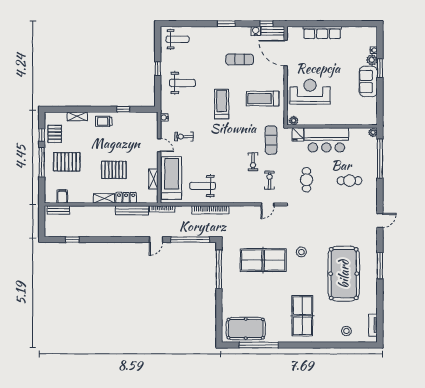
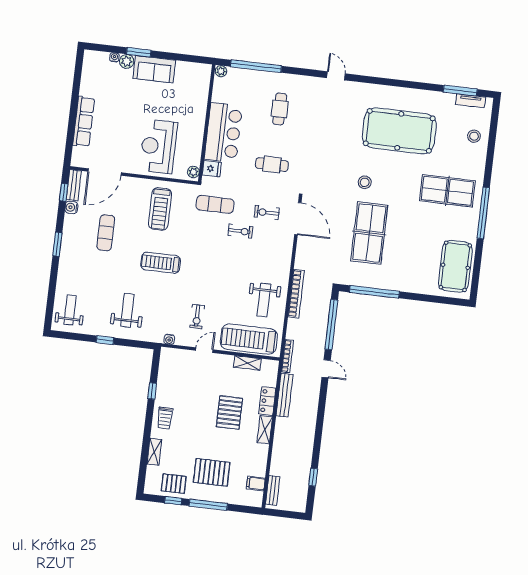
pallet: (67, 162) -> (212, 472), turned 90
door: (268, 204) -> (298, 219), width x1.88
window: (380, 266) -> (460, 91), moved
window: (259, 345) -> (483, 213), moved

